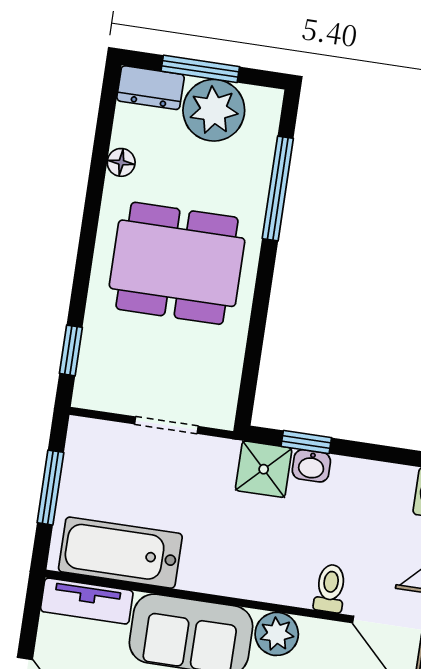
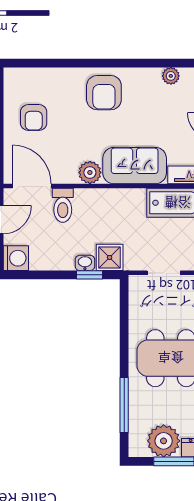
toilet: (330, 588) -> (63, 205), width x1.37, depth x1.39

